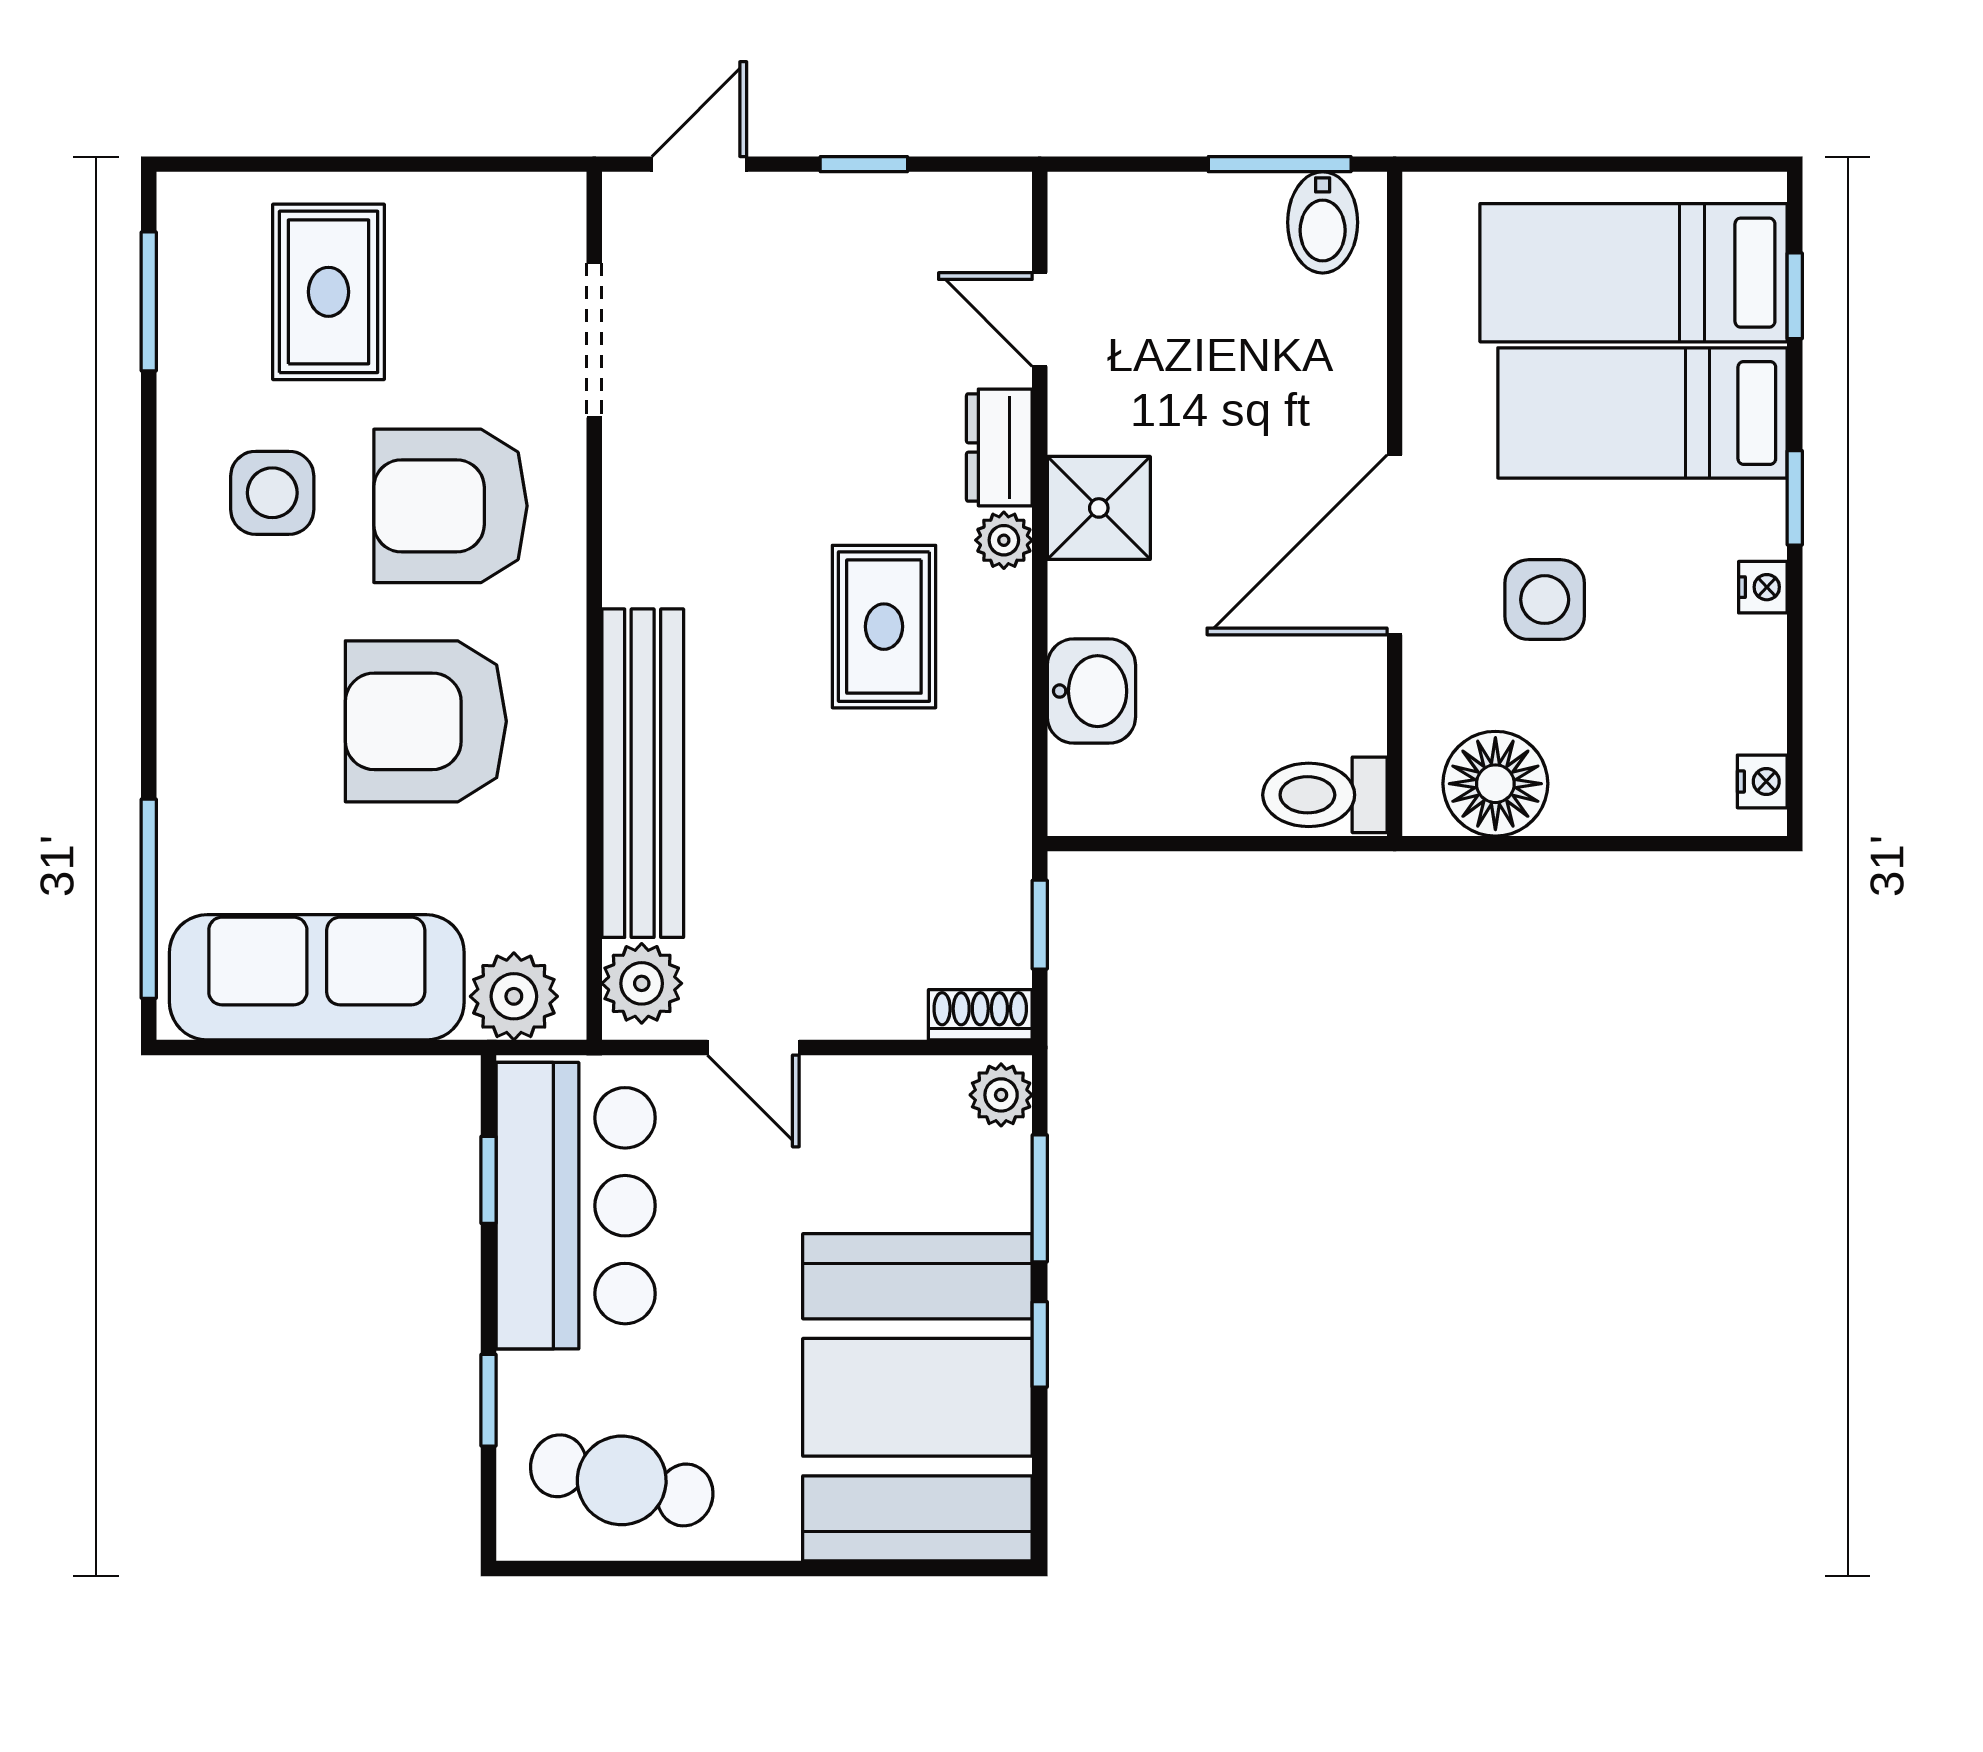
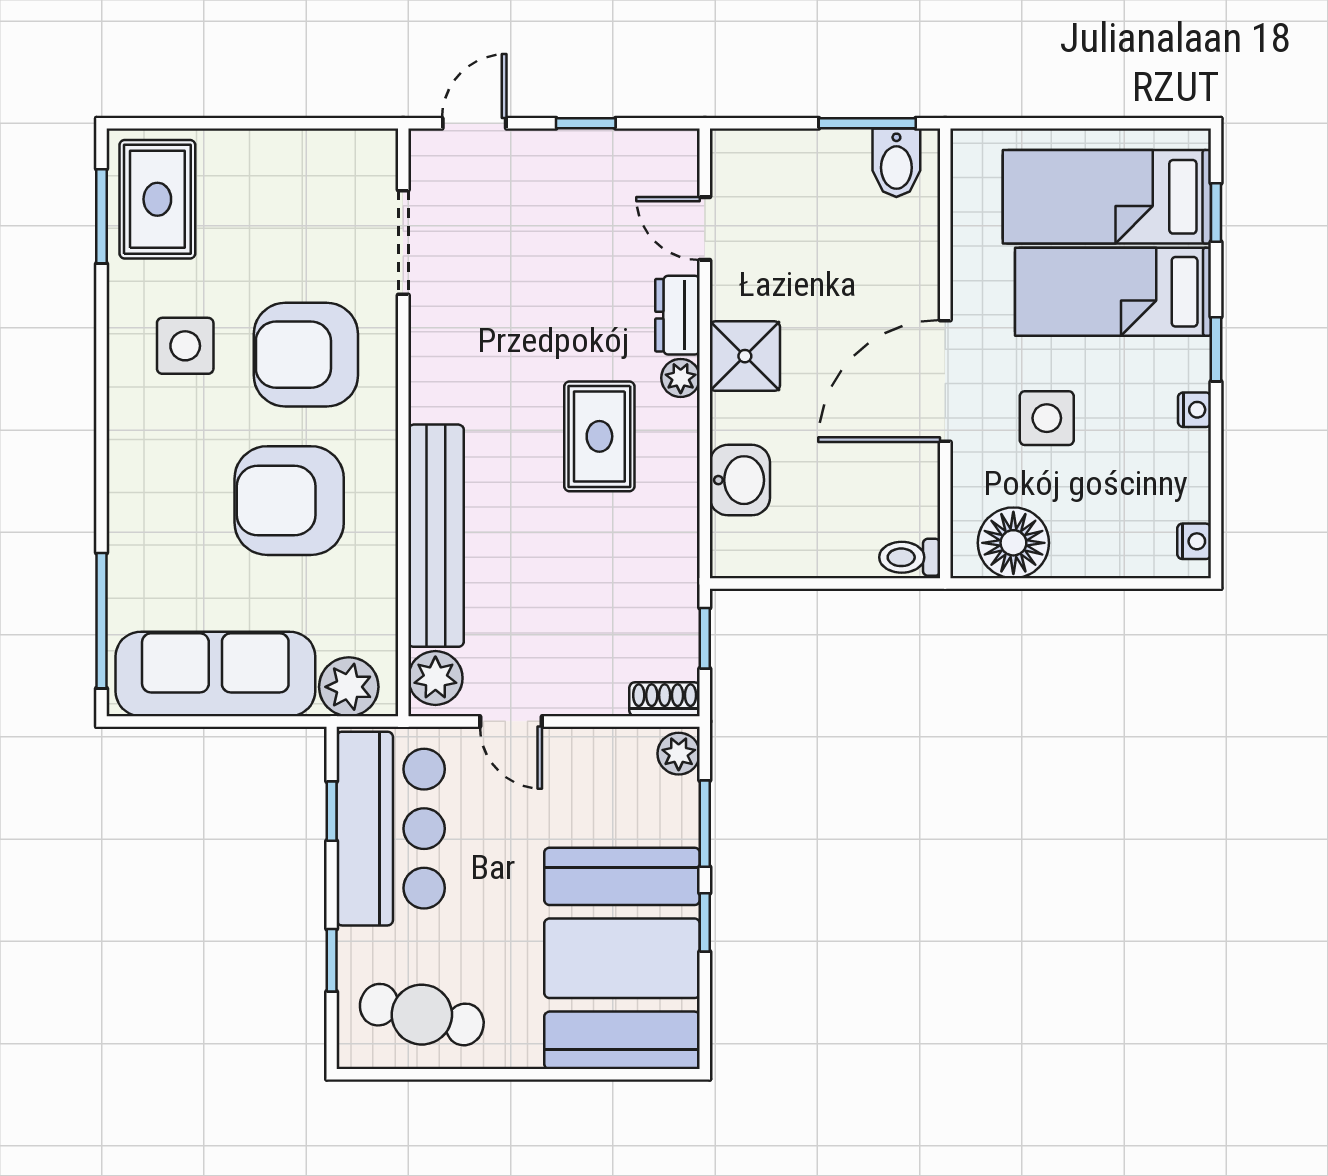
rug: (329, 292) -> (157, 199), moved
toilet: (1325, 795) -> (910, 557), width x0.73, depth x0.72

